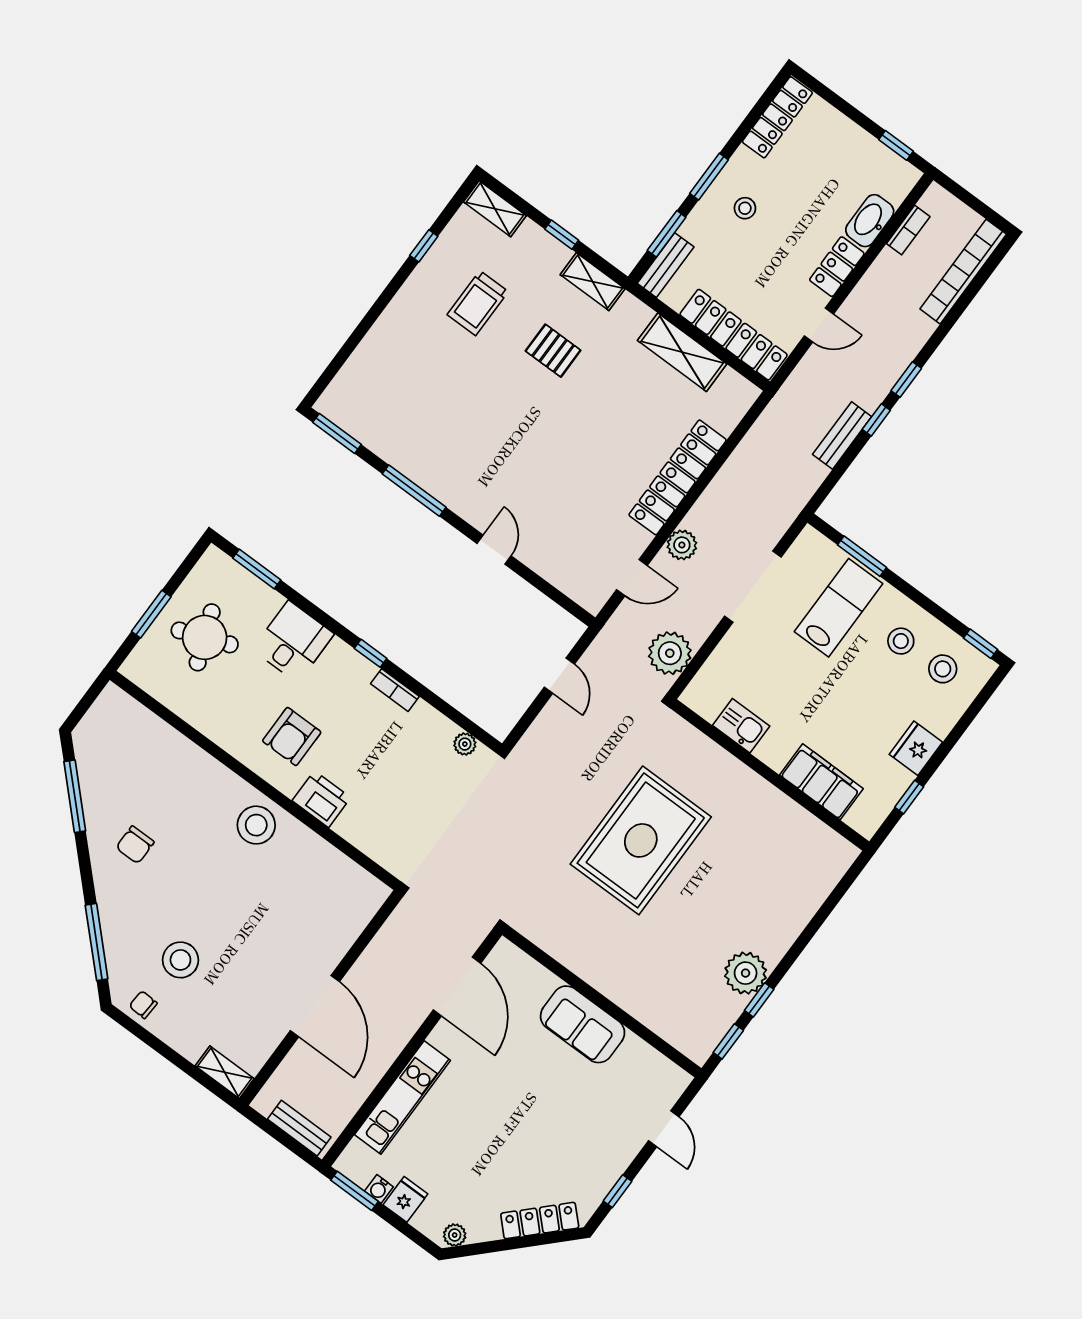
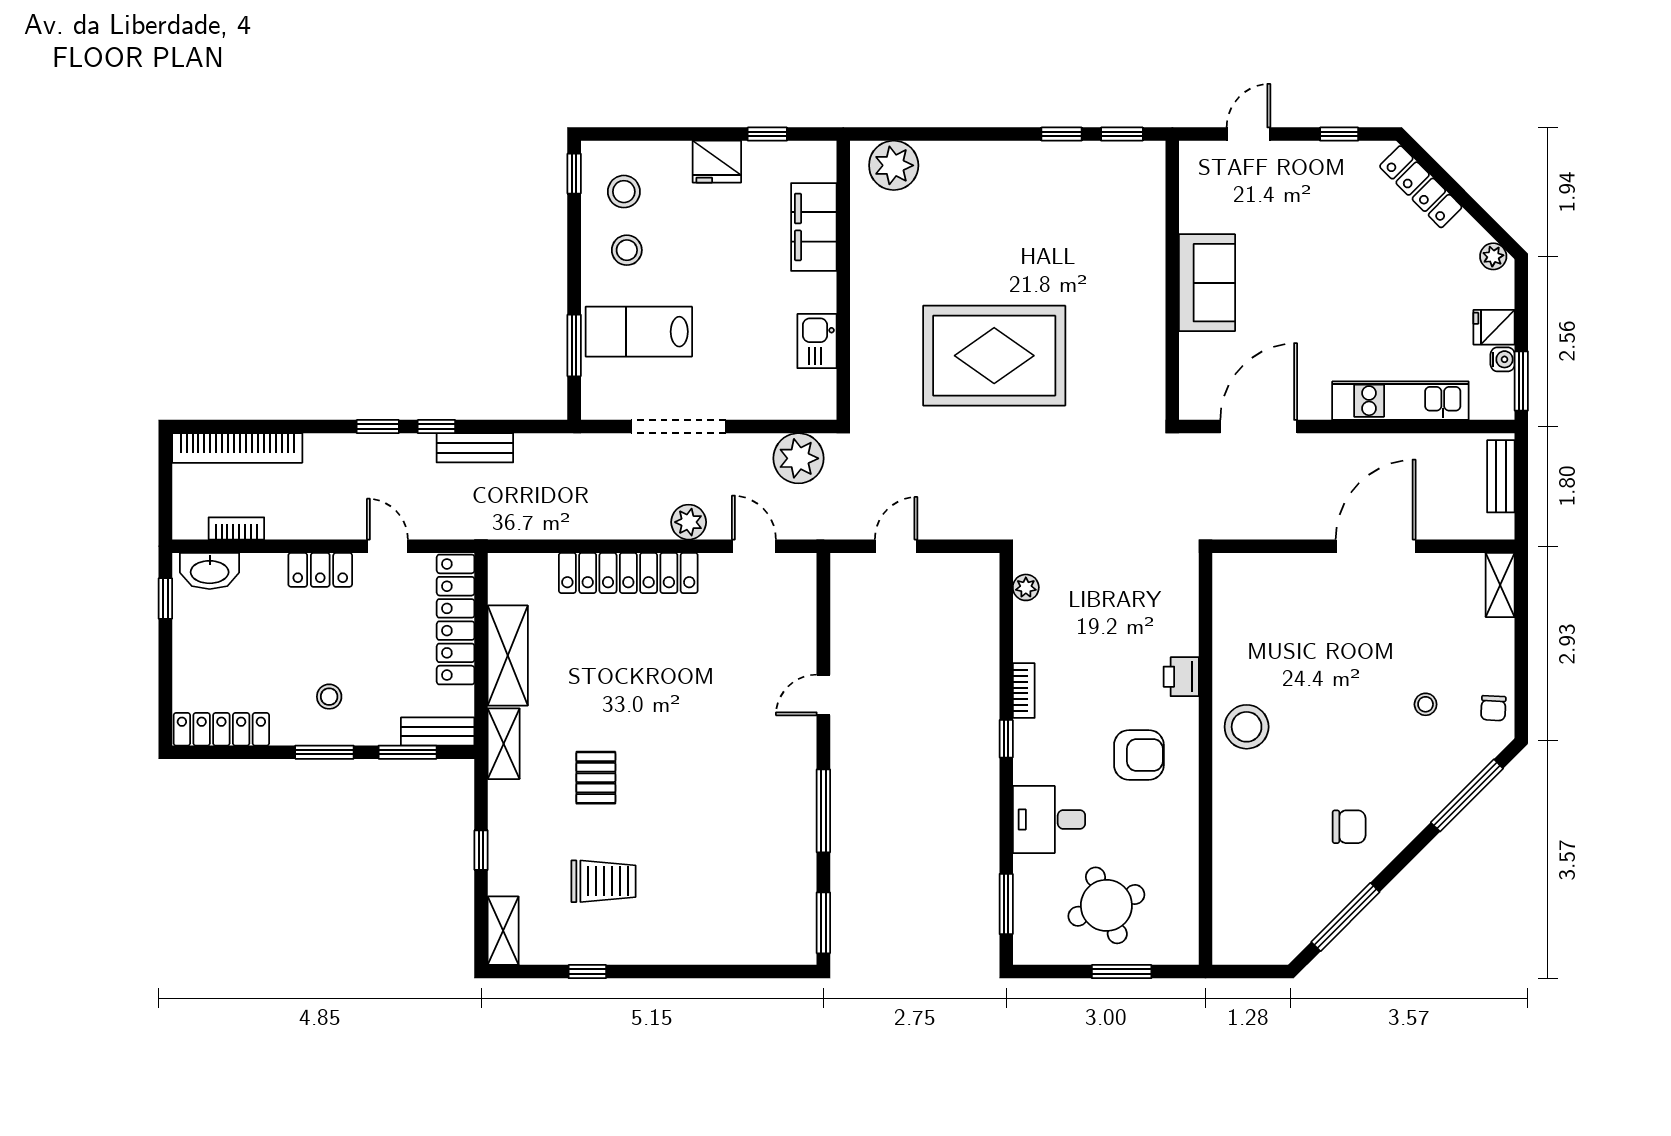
washbasin: (870, 221) -> (210, 571), moved
shelving: (593, 282) -> (504, 744), moved
printer: (321, 799) -> (1181, 677), width x0.73, depth x0.81
stool: (180, 960) -> (1426, 704), width x0.53, depth x0.53
plant: (746, 973) -> (894, 165), moved

